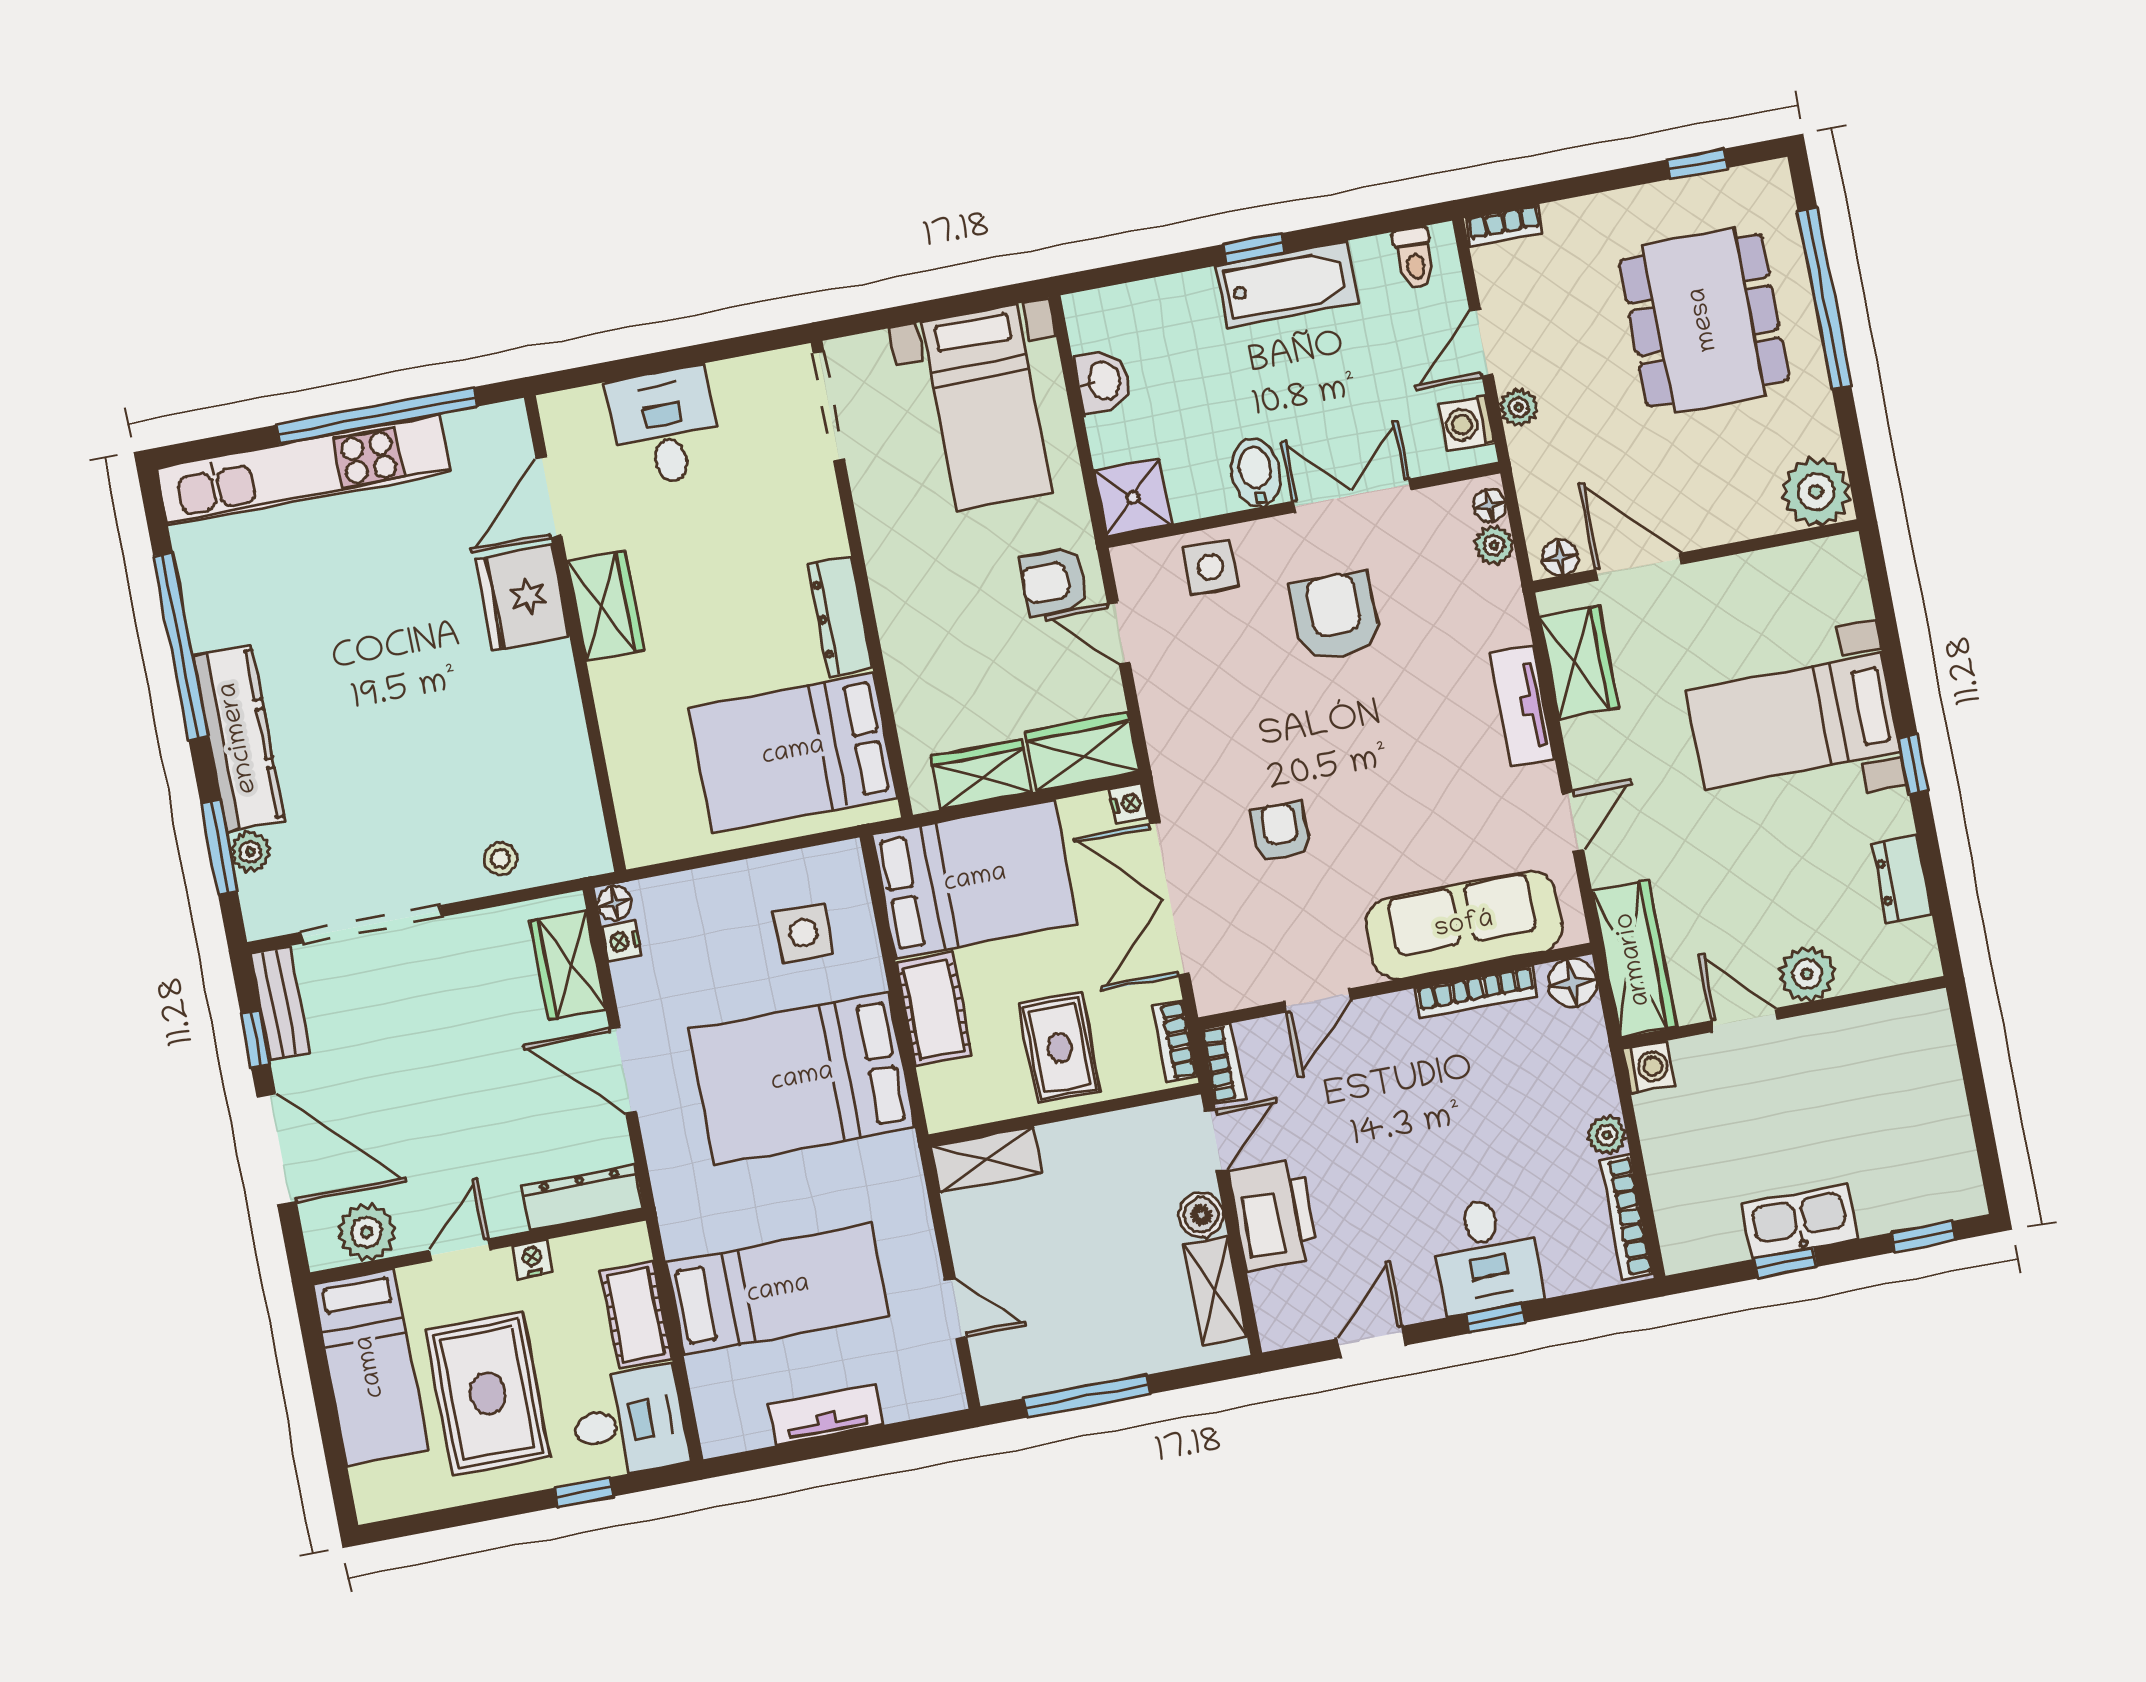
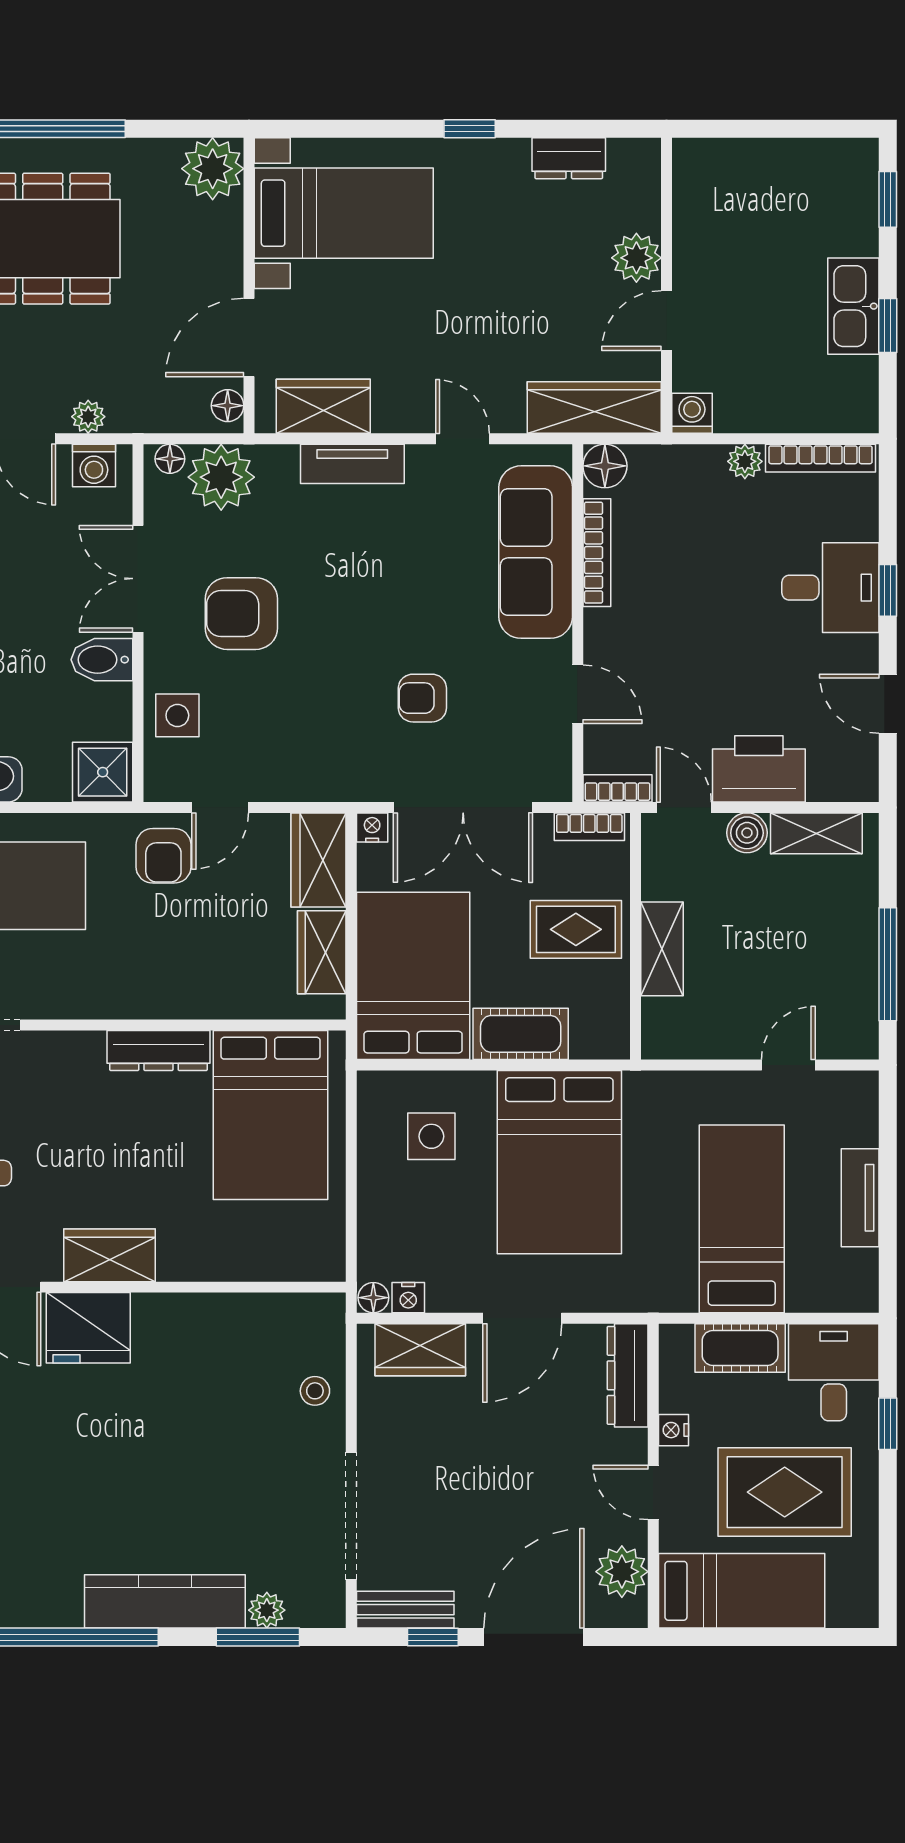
plant: (1494, 545) -> (221, 477), width x1.88, depth x1.88
bed with nightstands: (1794, 721) -> (344, 213), moved, turned -90
shelving: (986, 1159) -> (662, 949), moved

